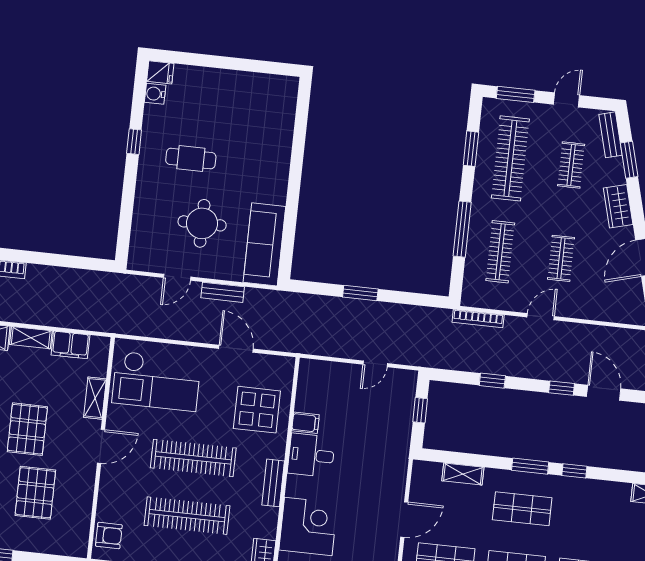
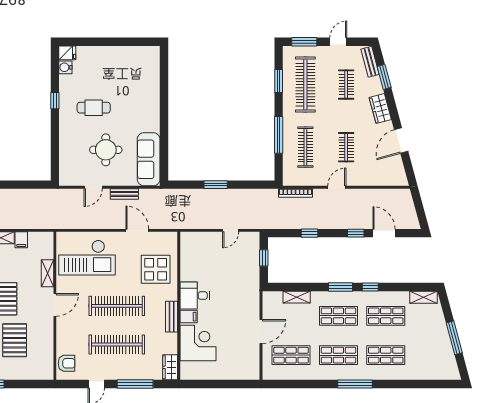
filing cabinet: (70, 345) -> (21, 240), width x0.50
filing cabinet: (306, 423) -> (189, 317), moved
shop shelf: (593, 516) -> (386, 316), added

